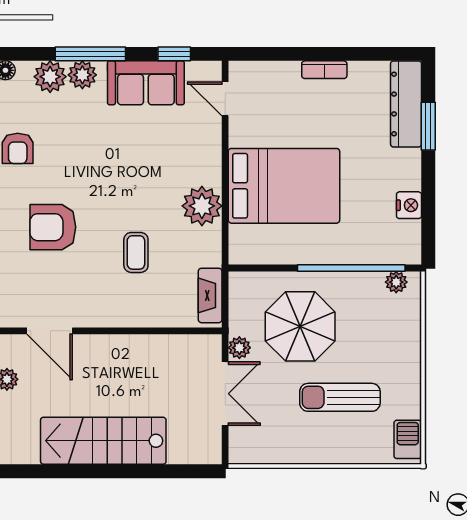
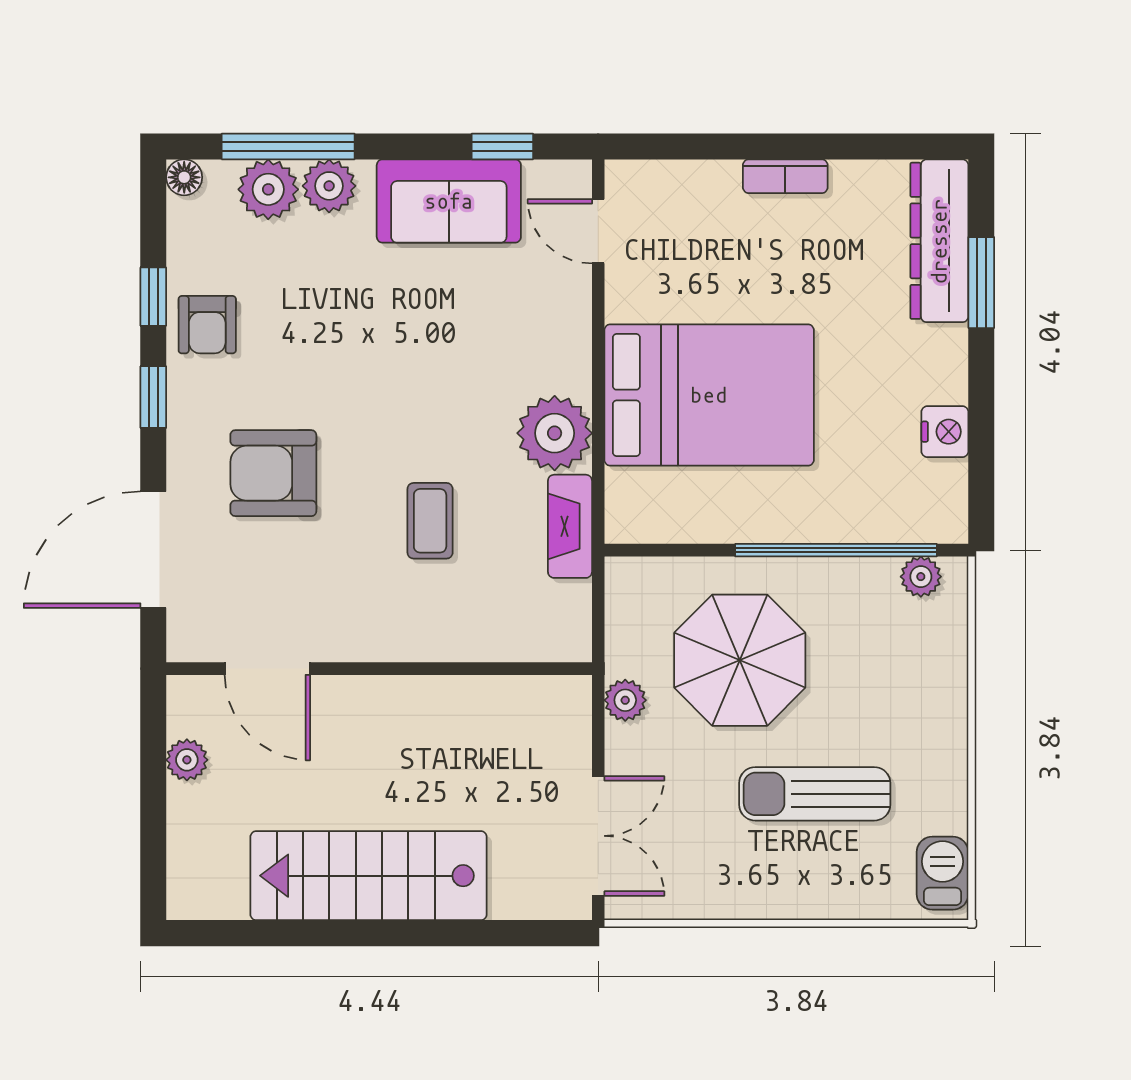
window: (90, 54) -> (288, 146), moved
fireplace: (210, 295) -> (570, 526), moved
double door: (225, 394) -> (598, 836), moved

